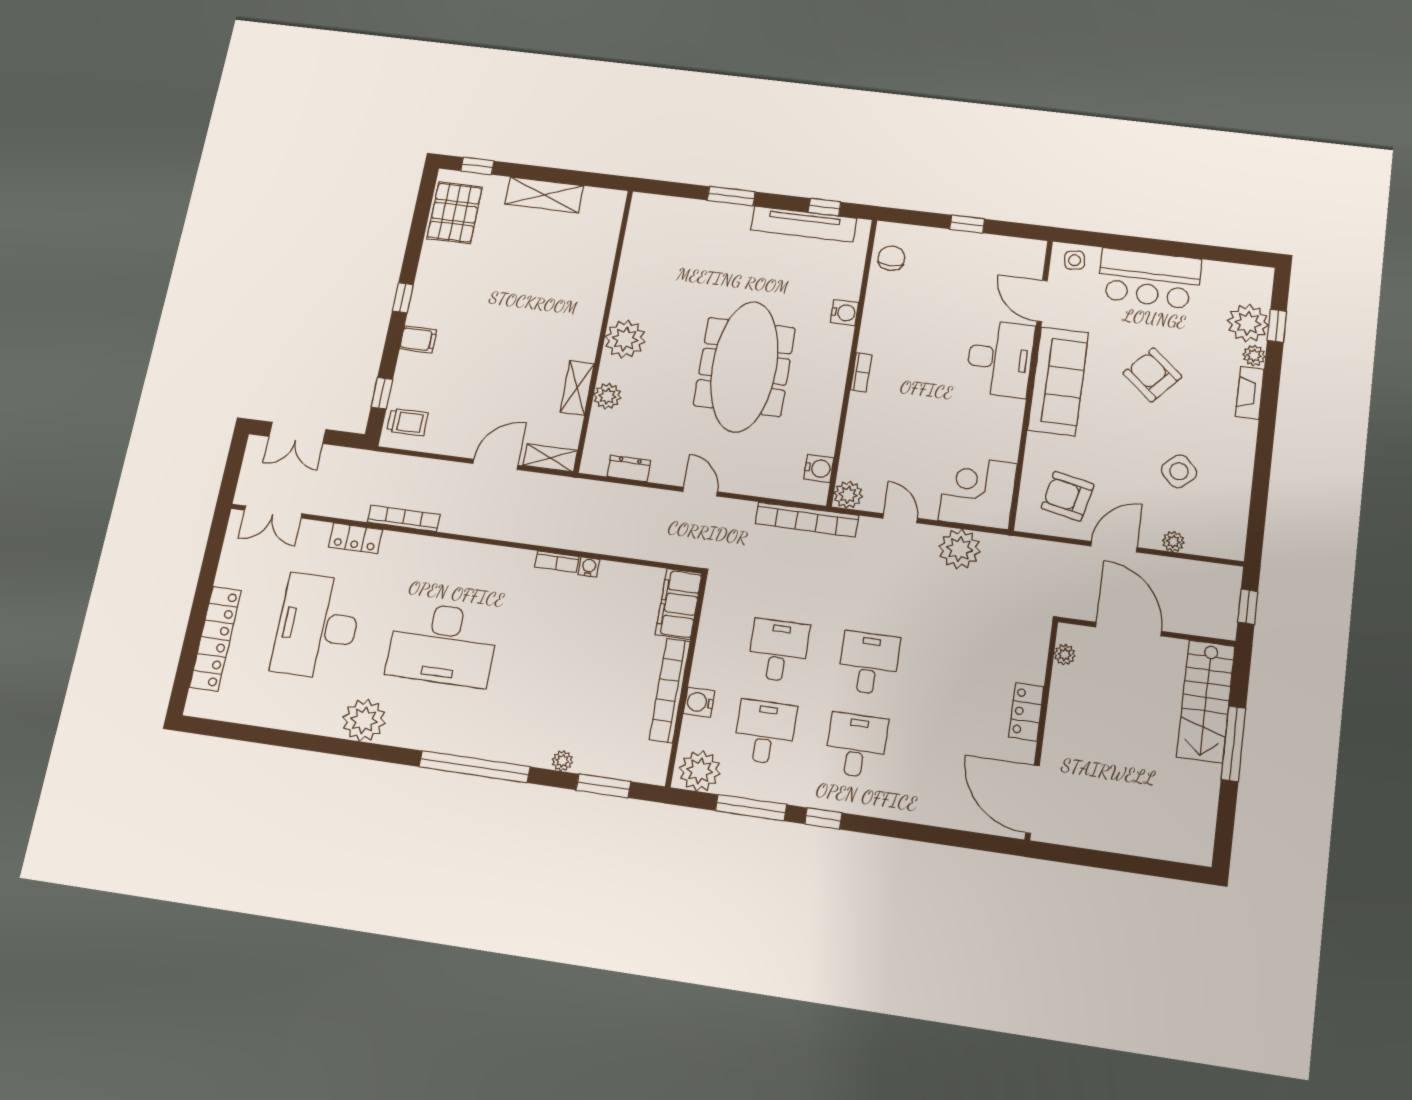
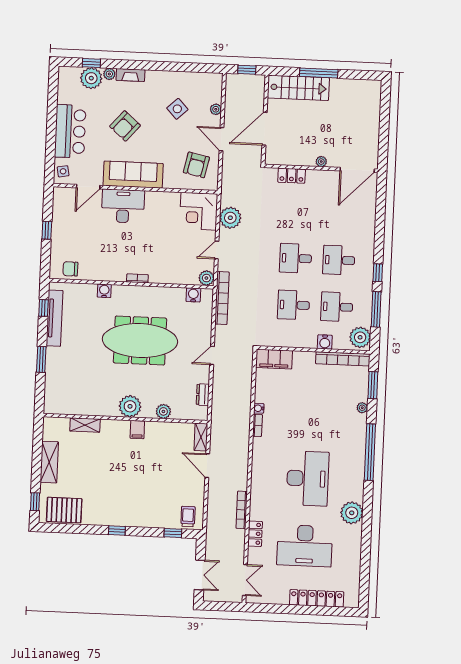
filing cabinet: (418, 339) -> (137, 430), moved, turned 180
shelving: (577, 388) -> (85, 425), moved
plant: (1065, 655) -> (321, 162), moved
bookcase: (670, 690) -> (343, 359), moved
locker: (1026, 712) -> (292, 176), moved

